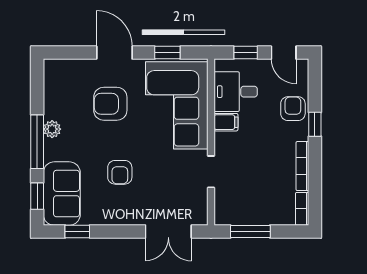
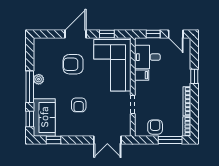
door: (114, 53) -> (75, 34), hinge flipped
armchair: (293, 109) -> (155, 127), moved
window: (250, 232) -> (170, 140), moved

